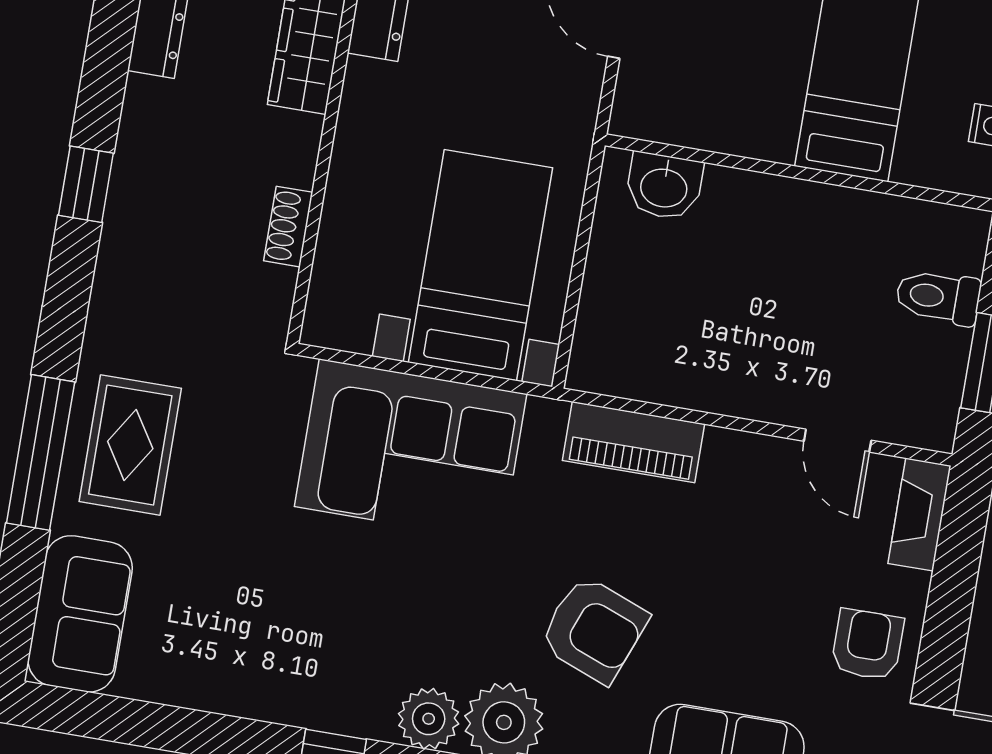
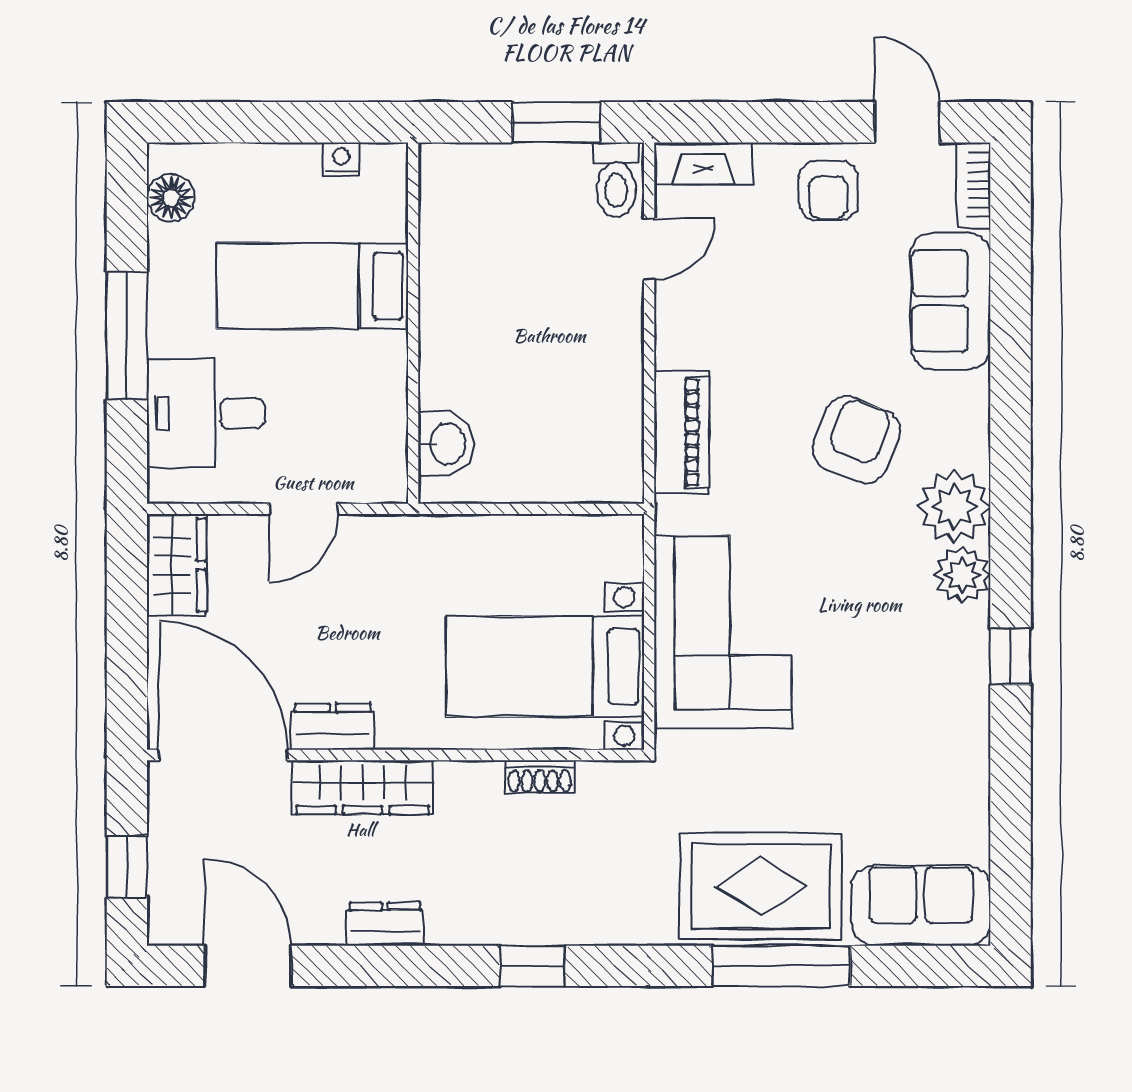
bed with nightstands: (480, 265) -> (545, 666), moved
toilet: (938, 297) -> (616, 180), moved
rug: (130, 445) -> (761, 886), width x1.36, depth x1.43
armchair: (867, 645) -> (828, 190), turned -90

